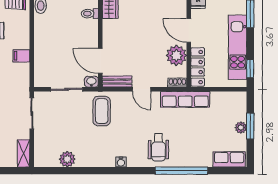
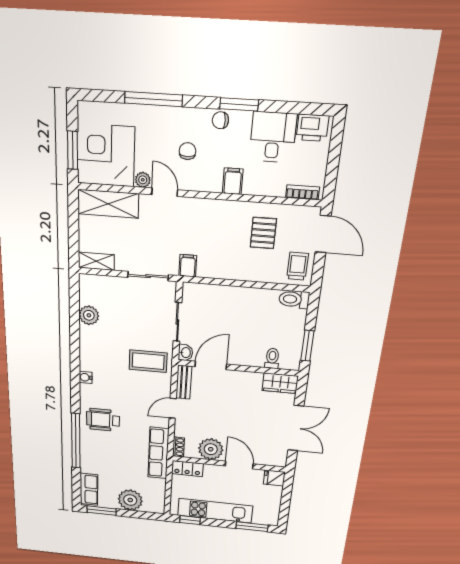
door: (189, 31) -> (239, 465), hinge flipped
filing cabinet: (21, 56) -> (188, 266), moved
locker: (198, 67) -> (187, 469), width x0.66
window: (250, 126) -> (102, 511), moved
plant: (241, 128) -> (130, 500), width x1.88, depth x1.88

